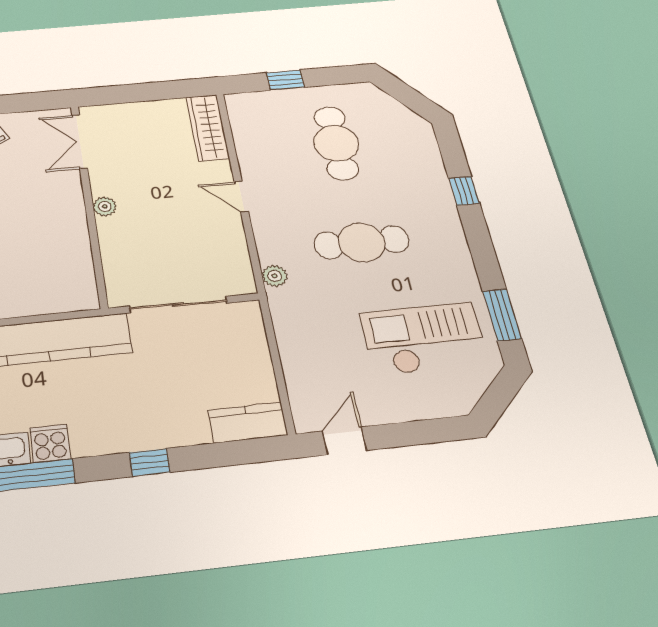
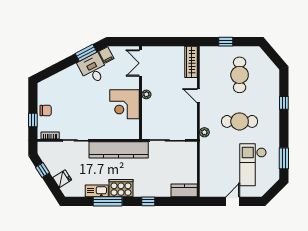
corner desk: (50, 233) -> (125, 104), added
checkout: (424, 338) -> (253, 165), turned -90
door: (344, 441) -> (233, 201), moved
cooker: (50, 443) -> (121, 188), width x1.87, depth x1.31

